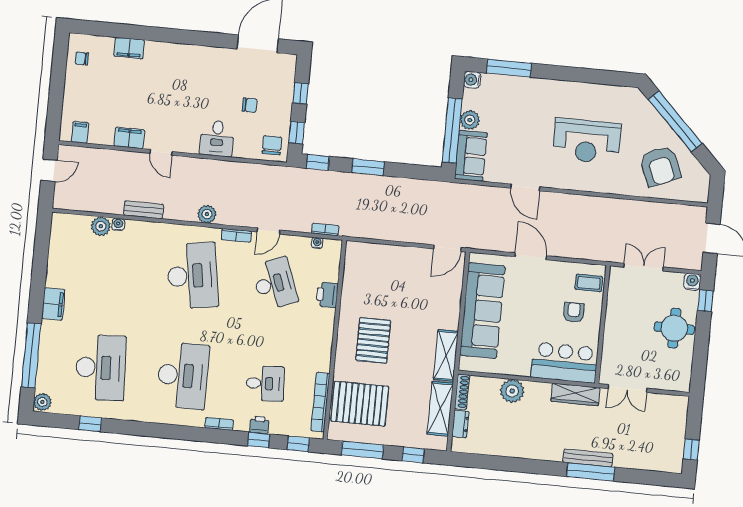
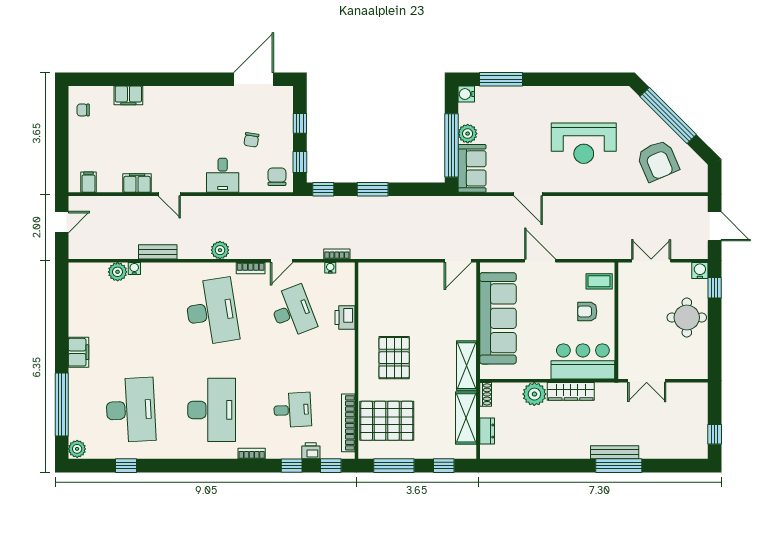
chair: (250, 105) -> (251, 140), turned 99
armchair: (574, 312) -> (587, 311), turned -90
shoe rack: (462, 392) -> (486, 394), width x0.70
wardrobe: (575, 394) -> (571, 391), moved
printer: (259, 425) -> (311, 451), moved

